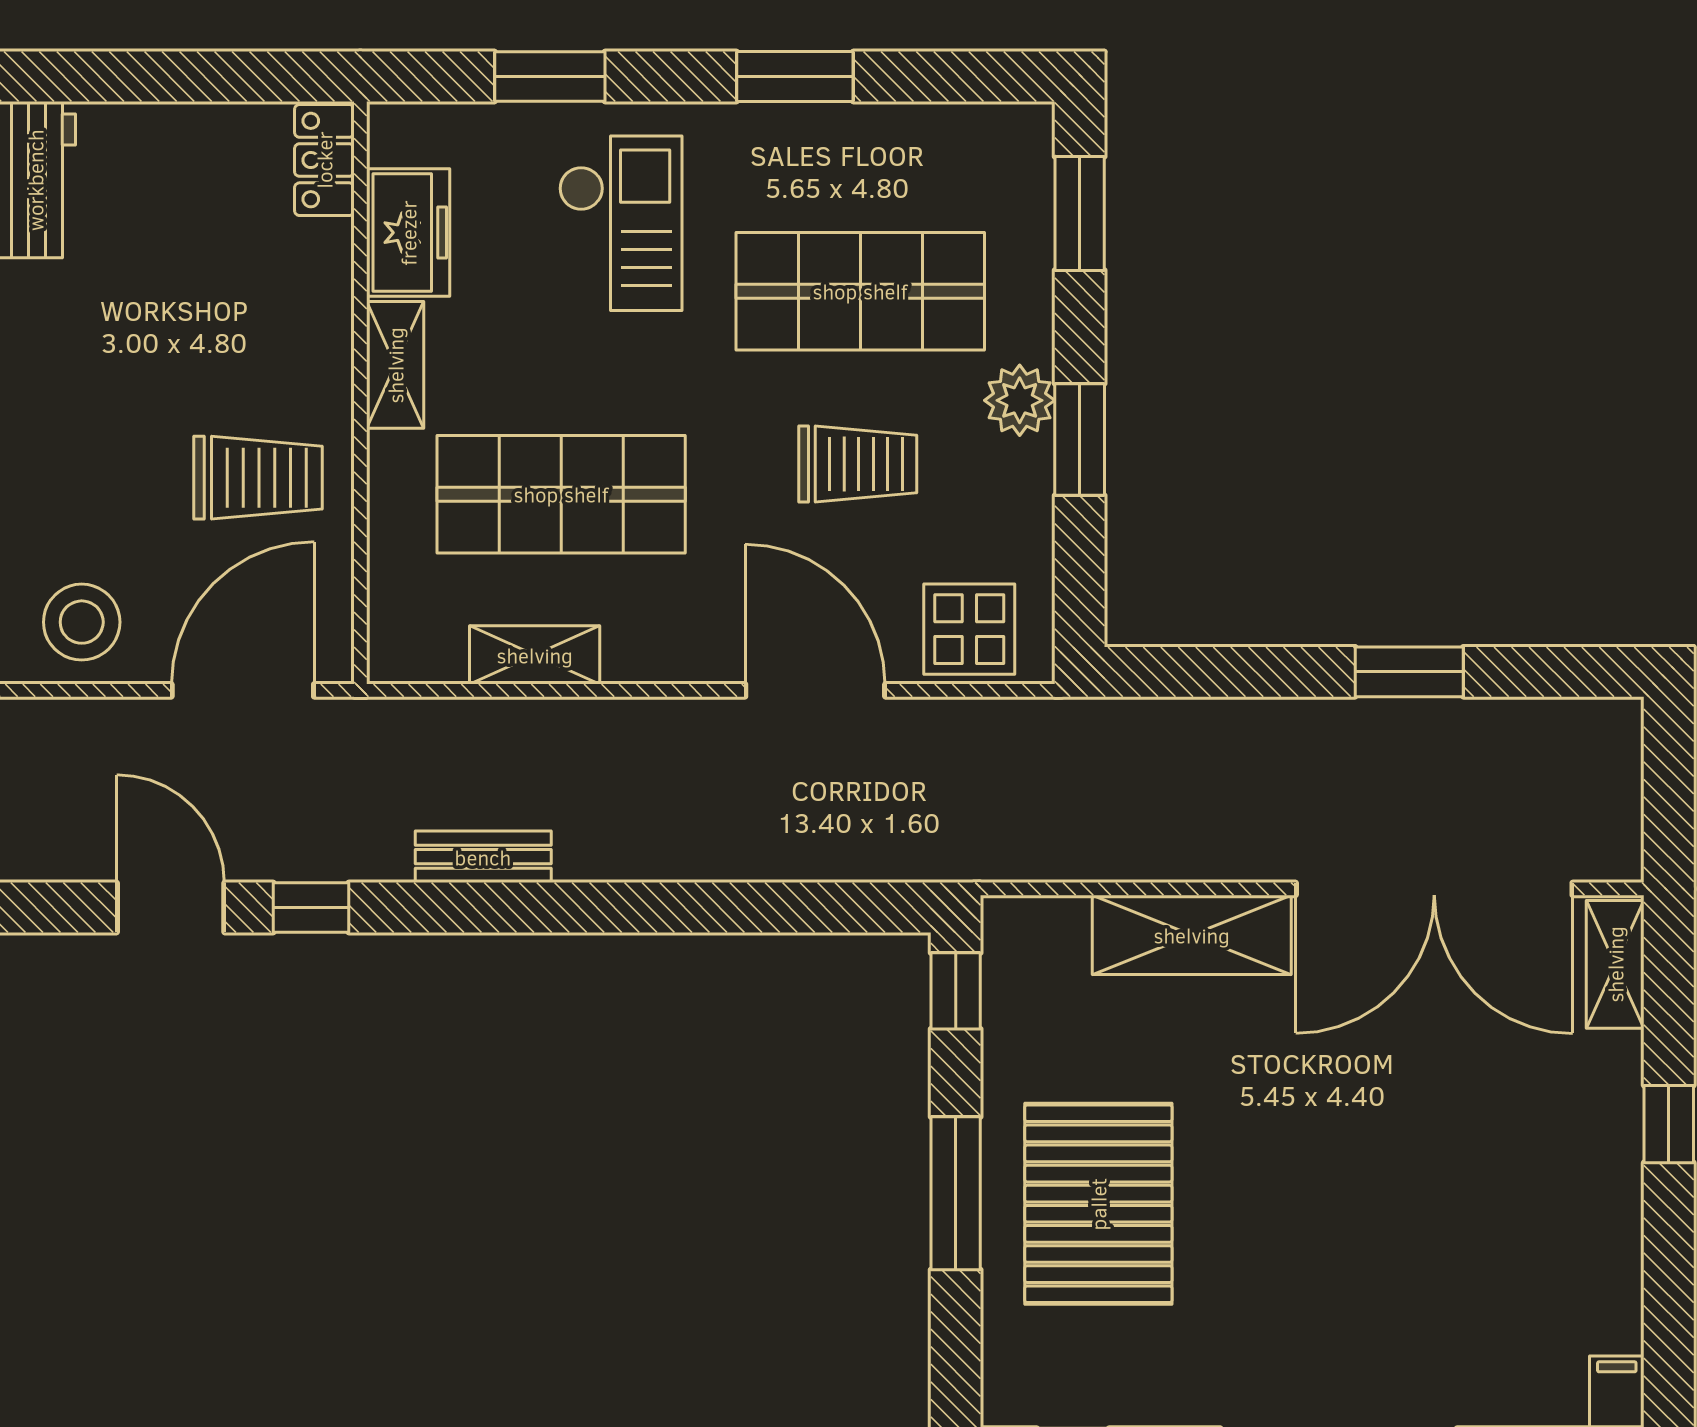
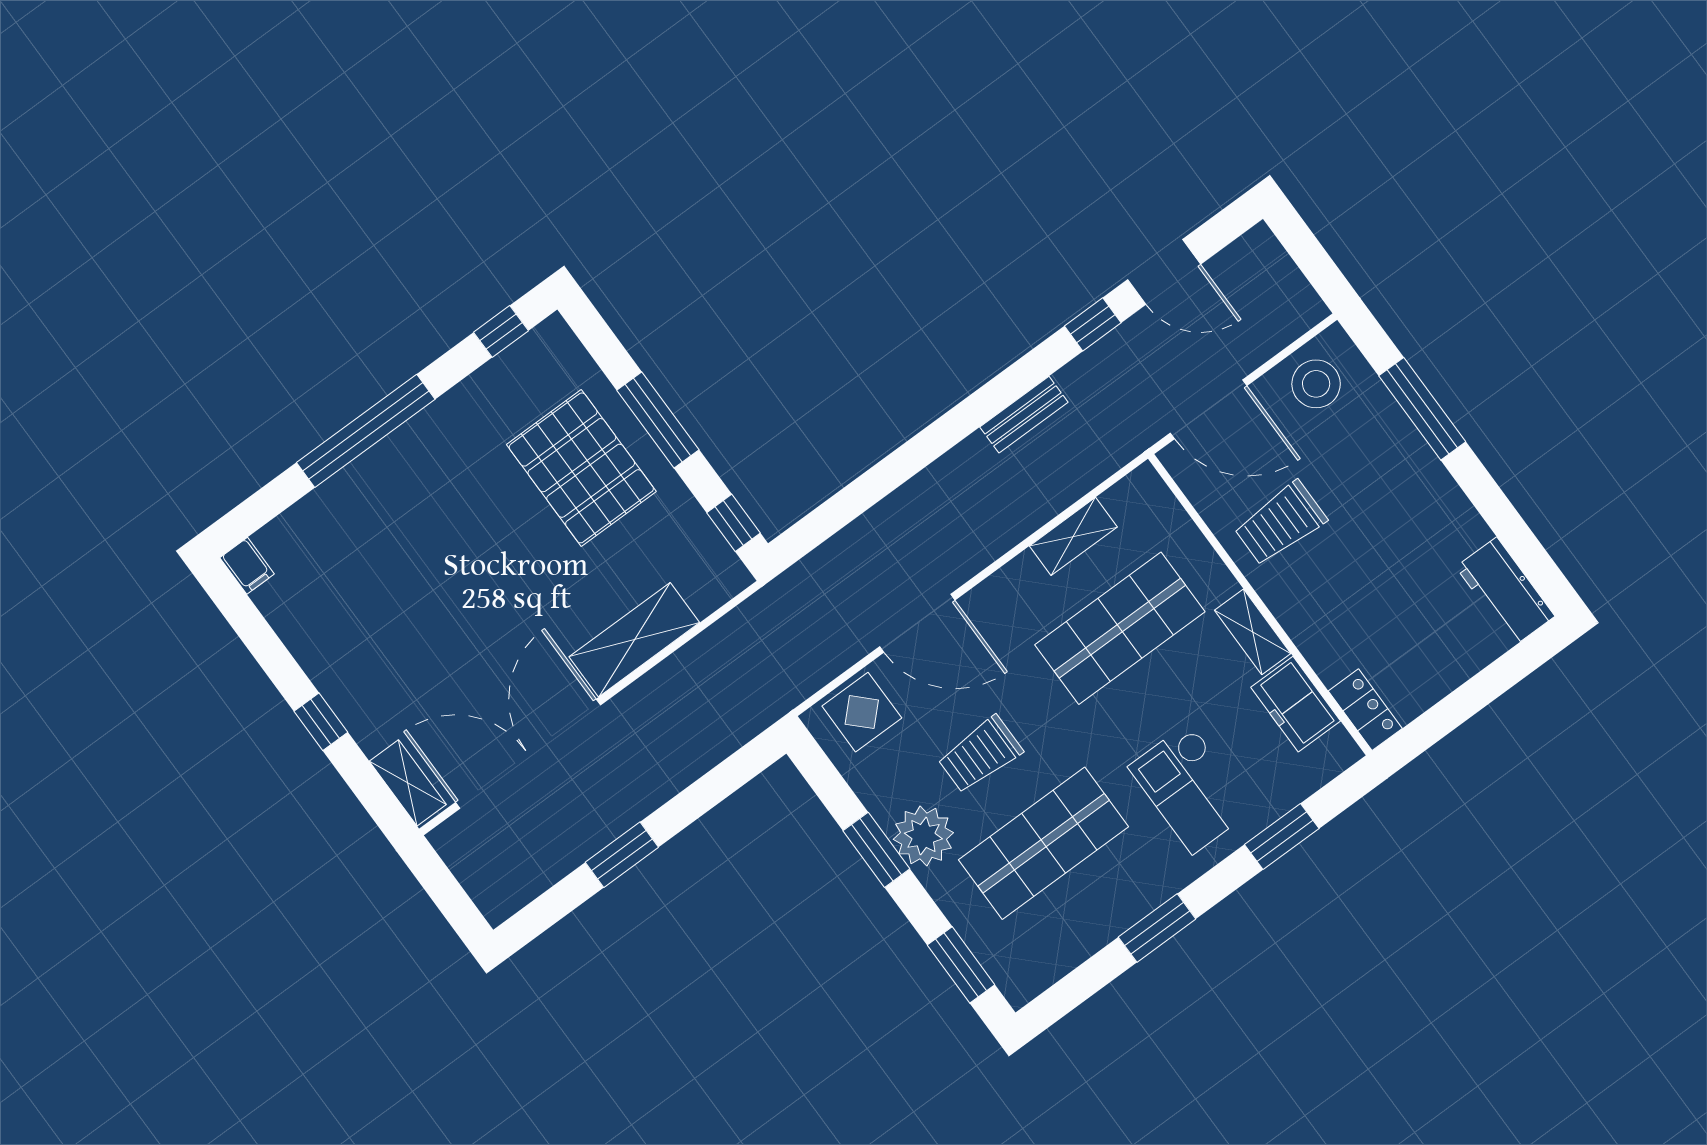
plant: (1020, 400) -> (923, 836), width x1.36, depth x1.36
door: (243, 690) -> (1208, 409), hinge flipped

